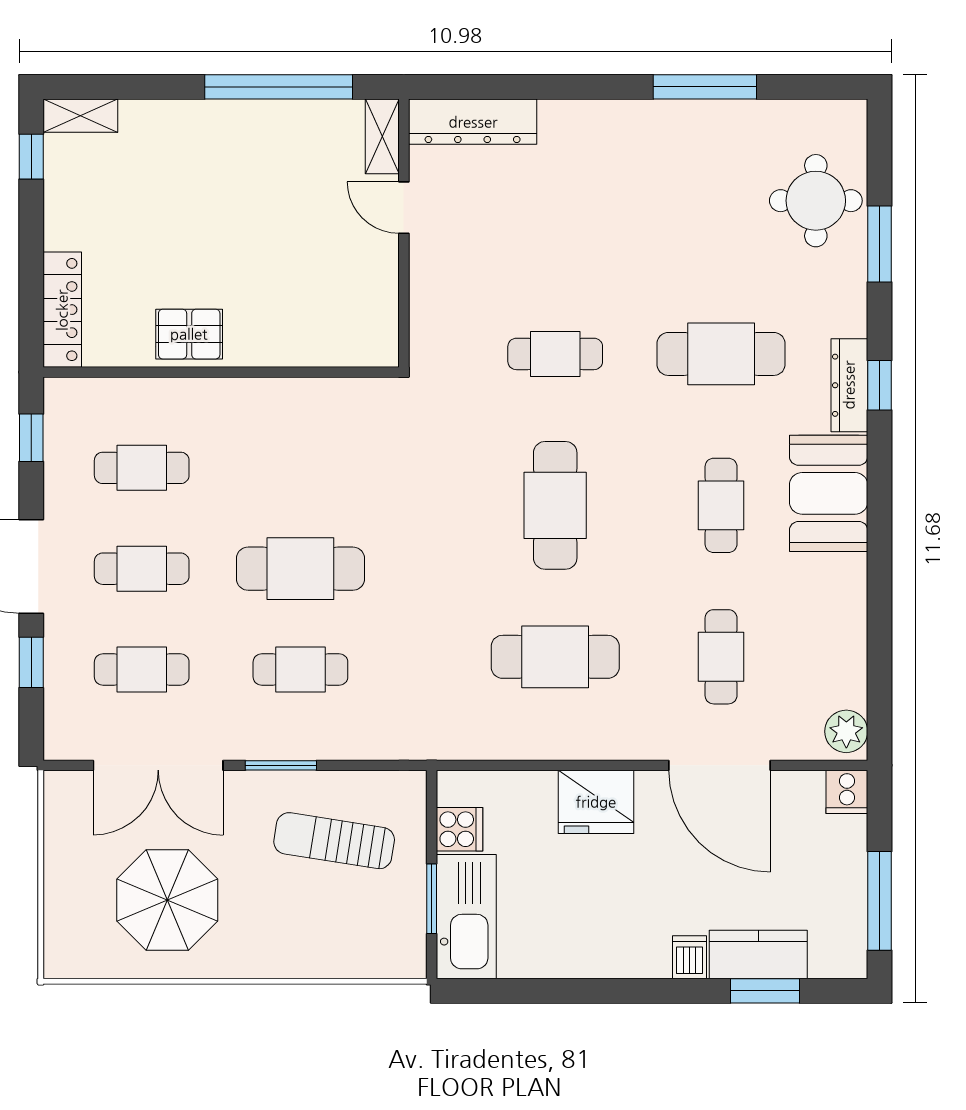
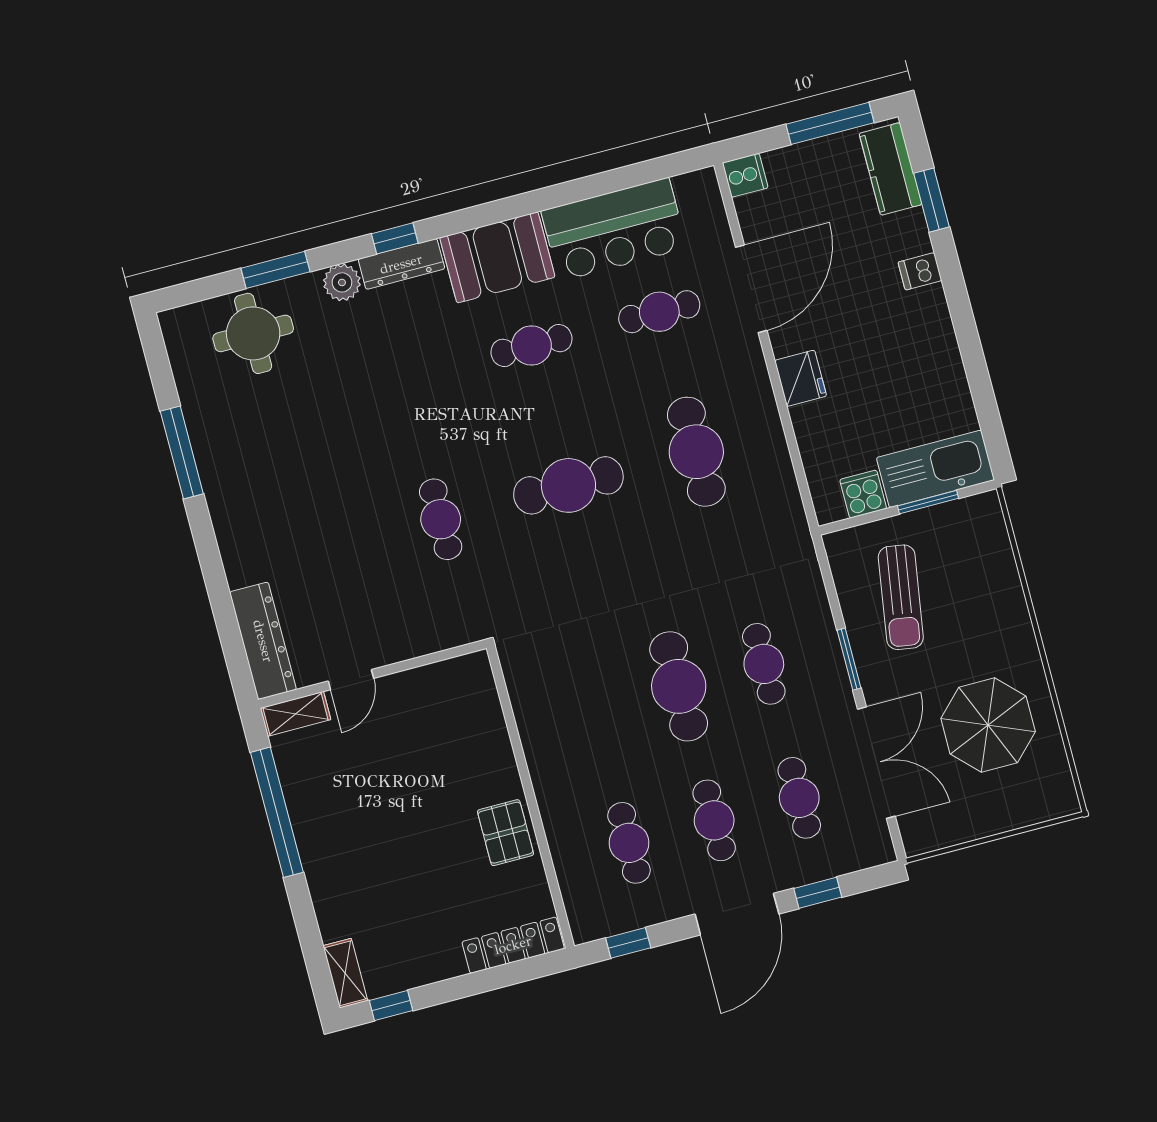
cafe table: (721, 354) -> (404, 379), removed
bar counter: (825, 631) -> (614, 229), added
plant: (846, 731) -> (342, 282), moved
fridge: (596, 802) -> (801, 378), width x0.73, depth x0.75
kitchen counter: (758, 955) -> (890, 169), moved

